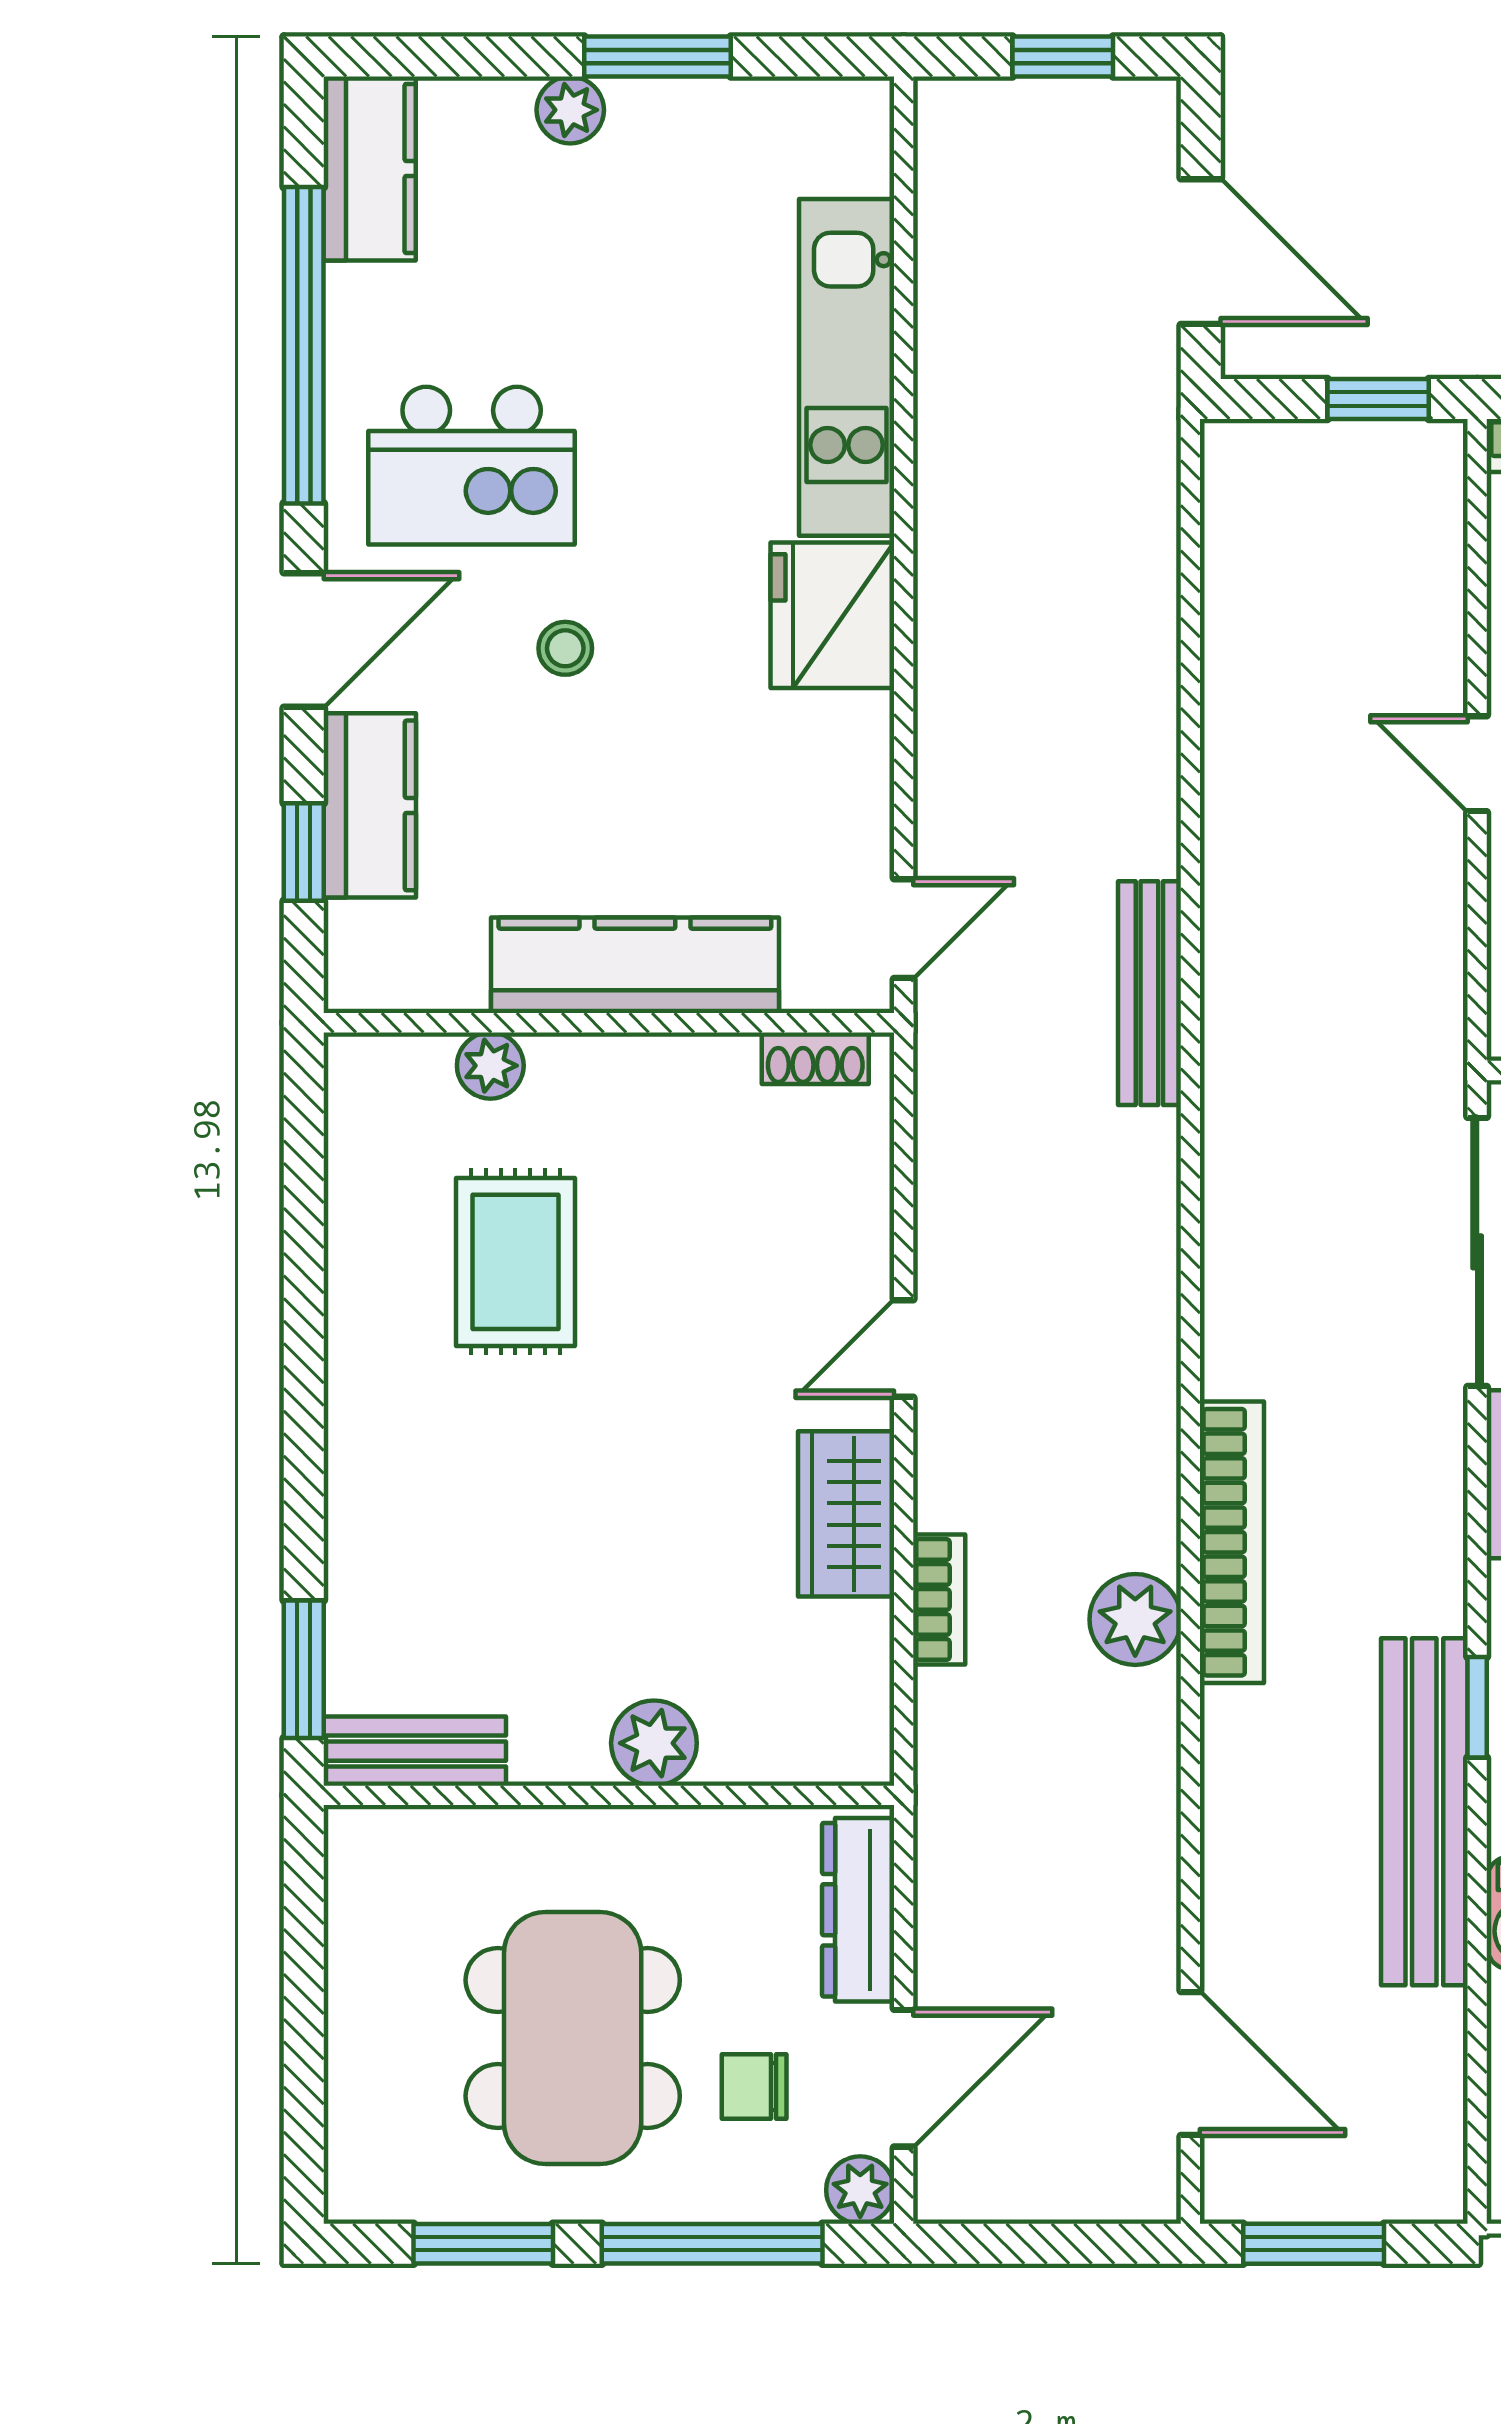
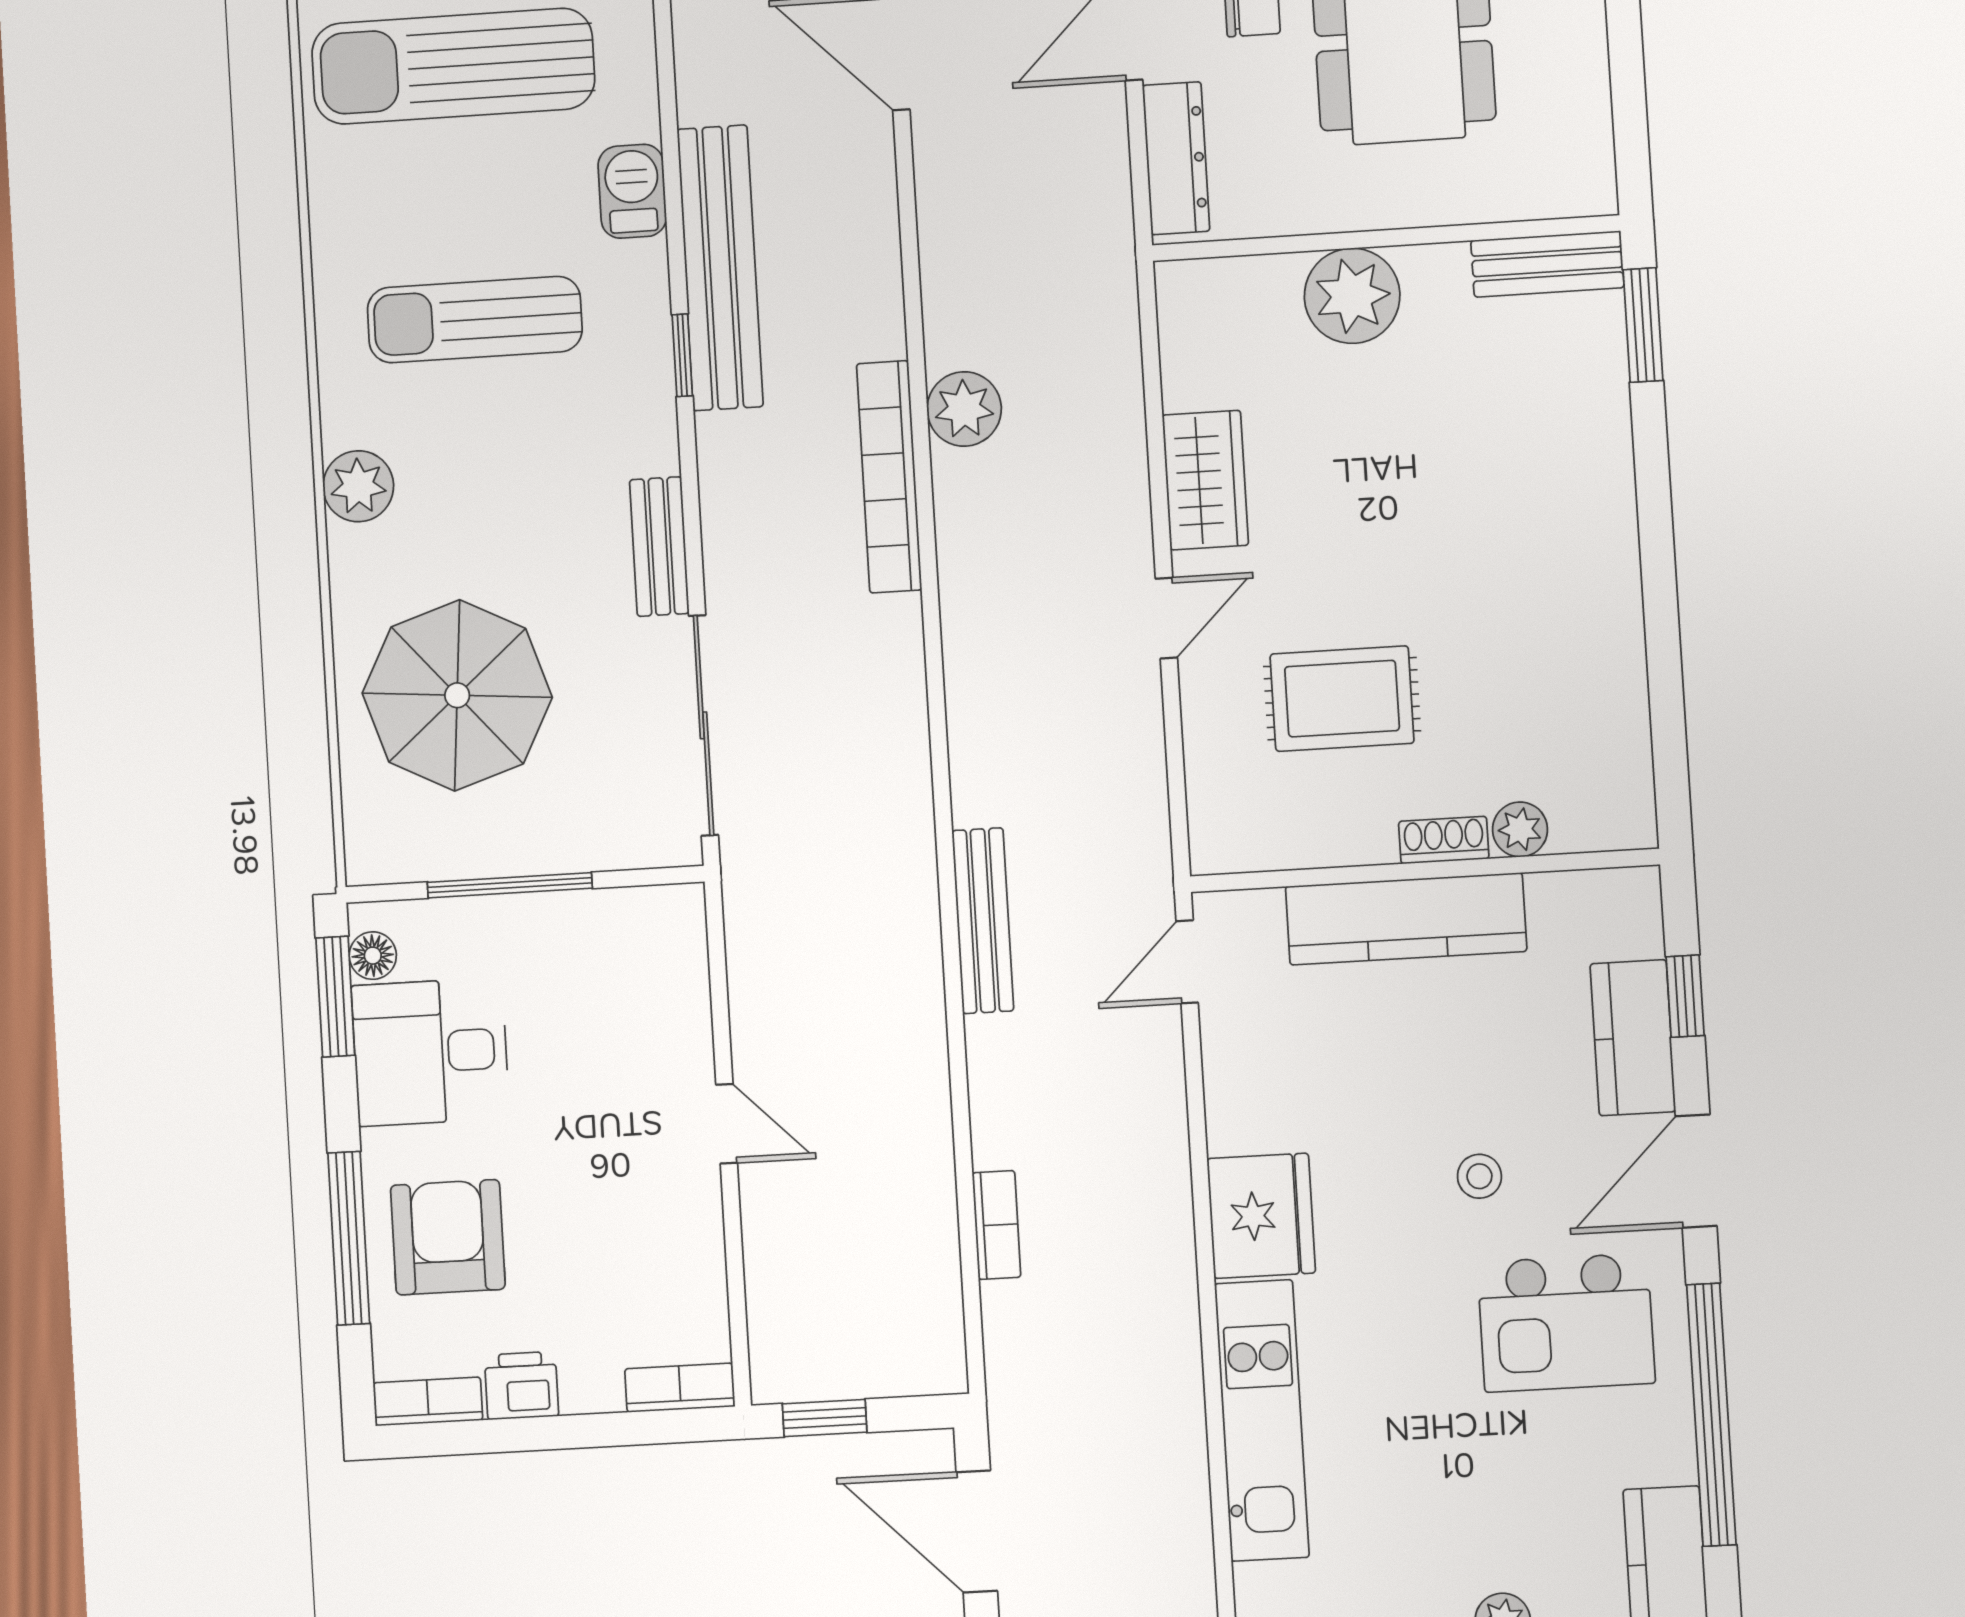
kitchen island: (472, 466) -> (1566, 1323), turned 180
shoe rack: (815, 1058) -> (1444, 840), moved
rug: (515, 1262) -> (1342, 699), moved, turned 90
bookcase: (939, 1599) -> (996, 1225), moved, turned 180
plant: (654, 1743) -> (1352, 296), width x1.36, depth x1.36

